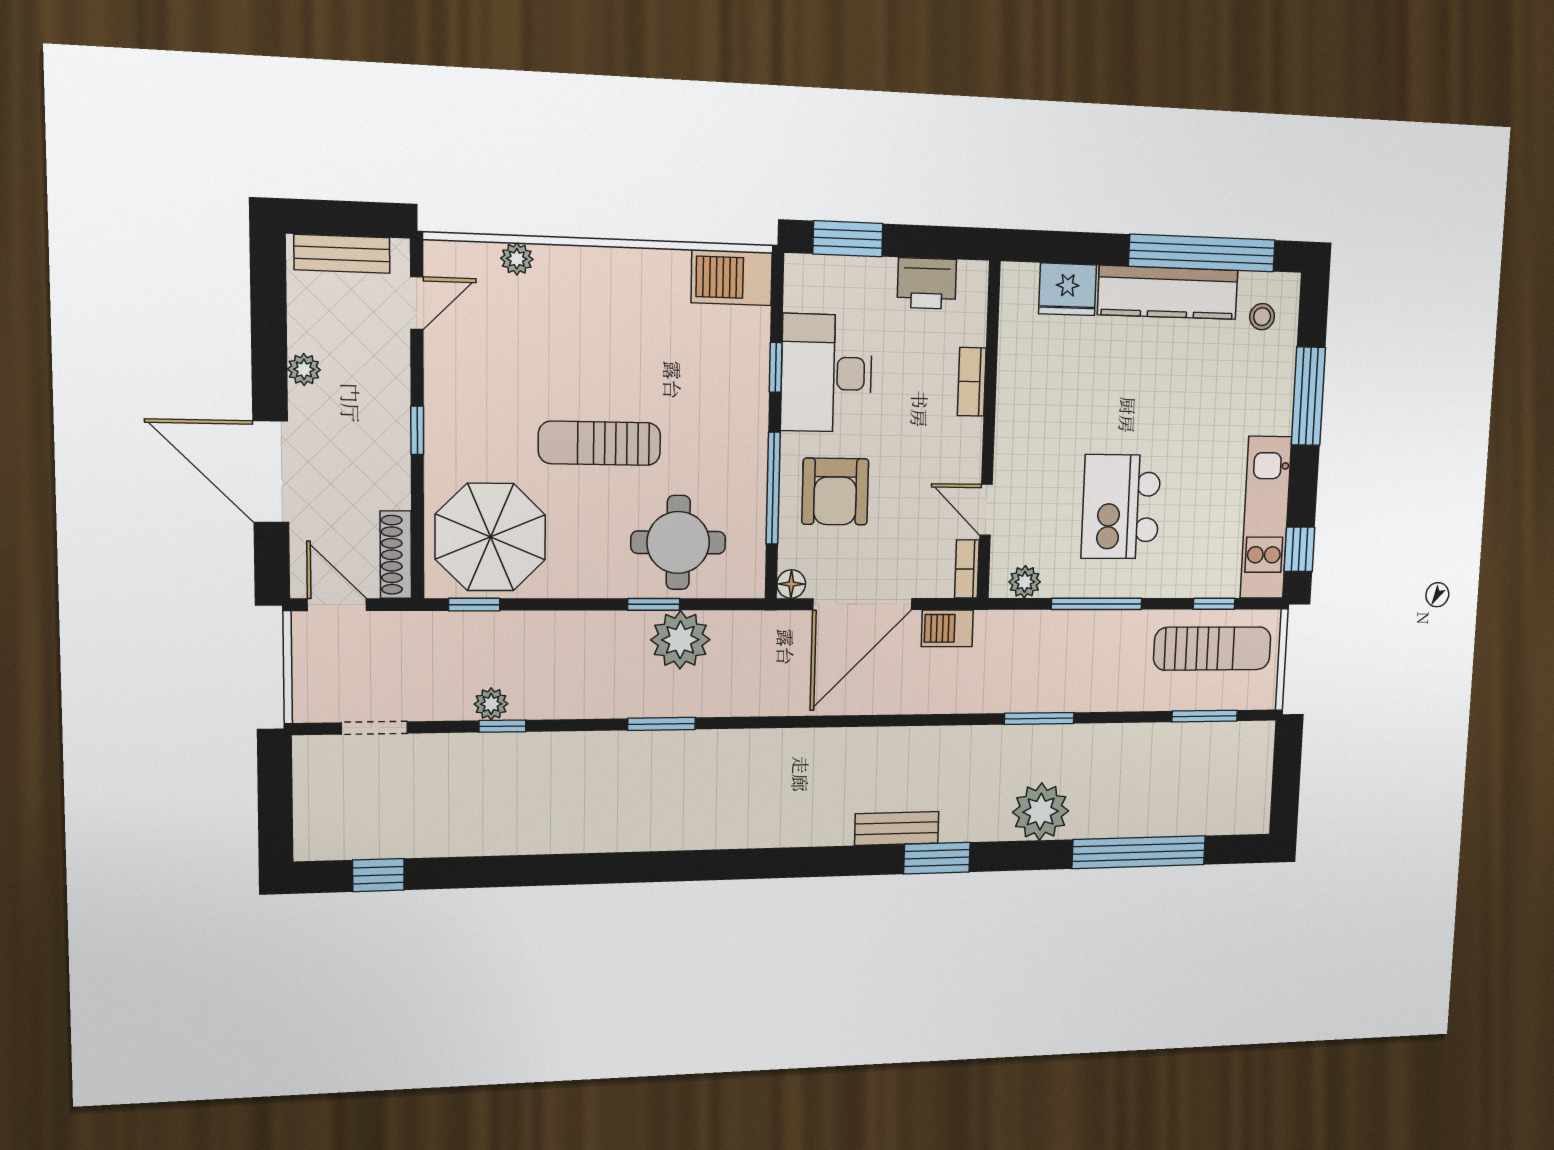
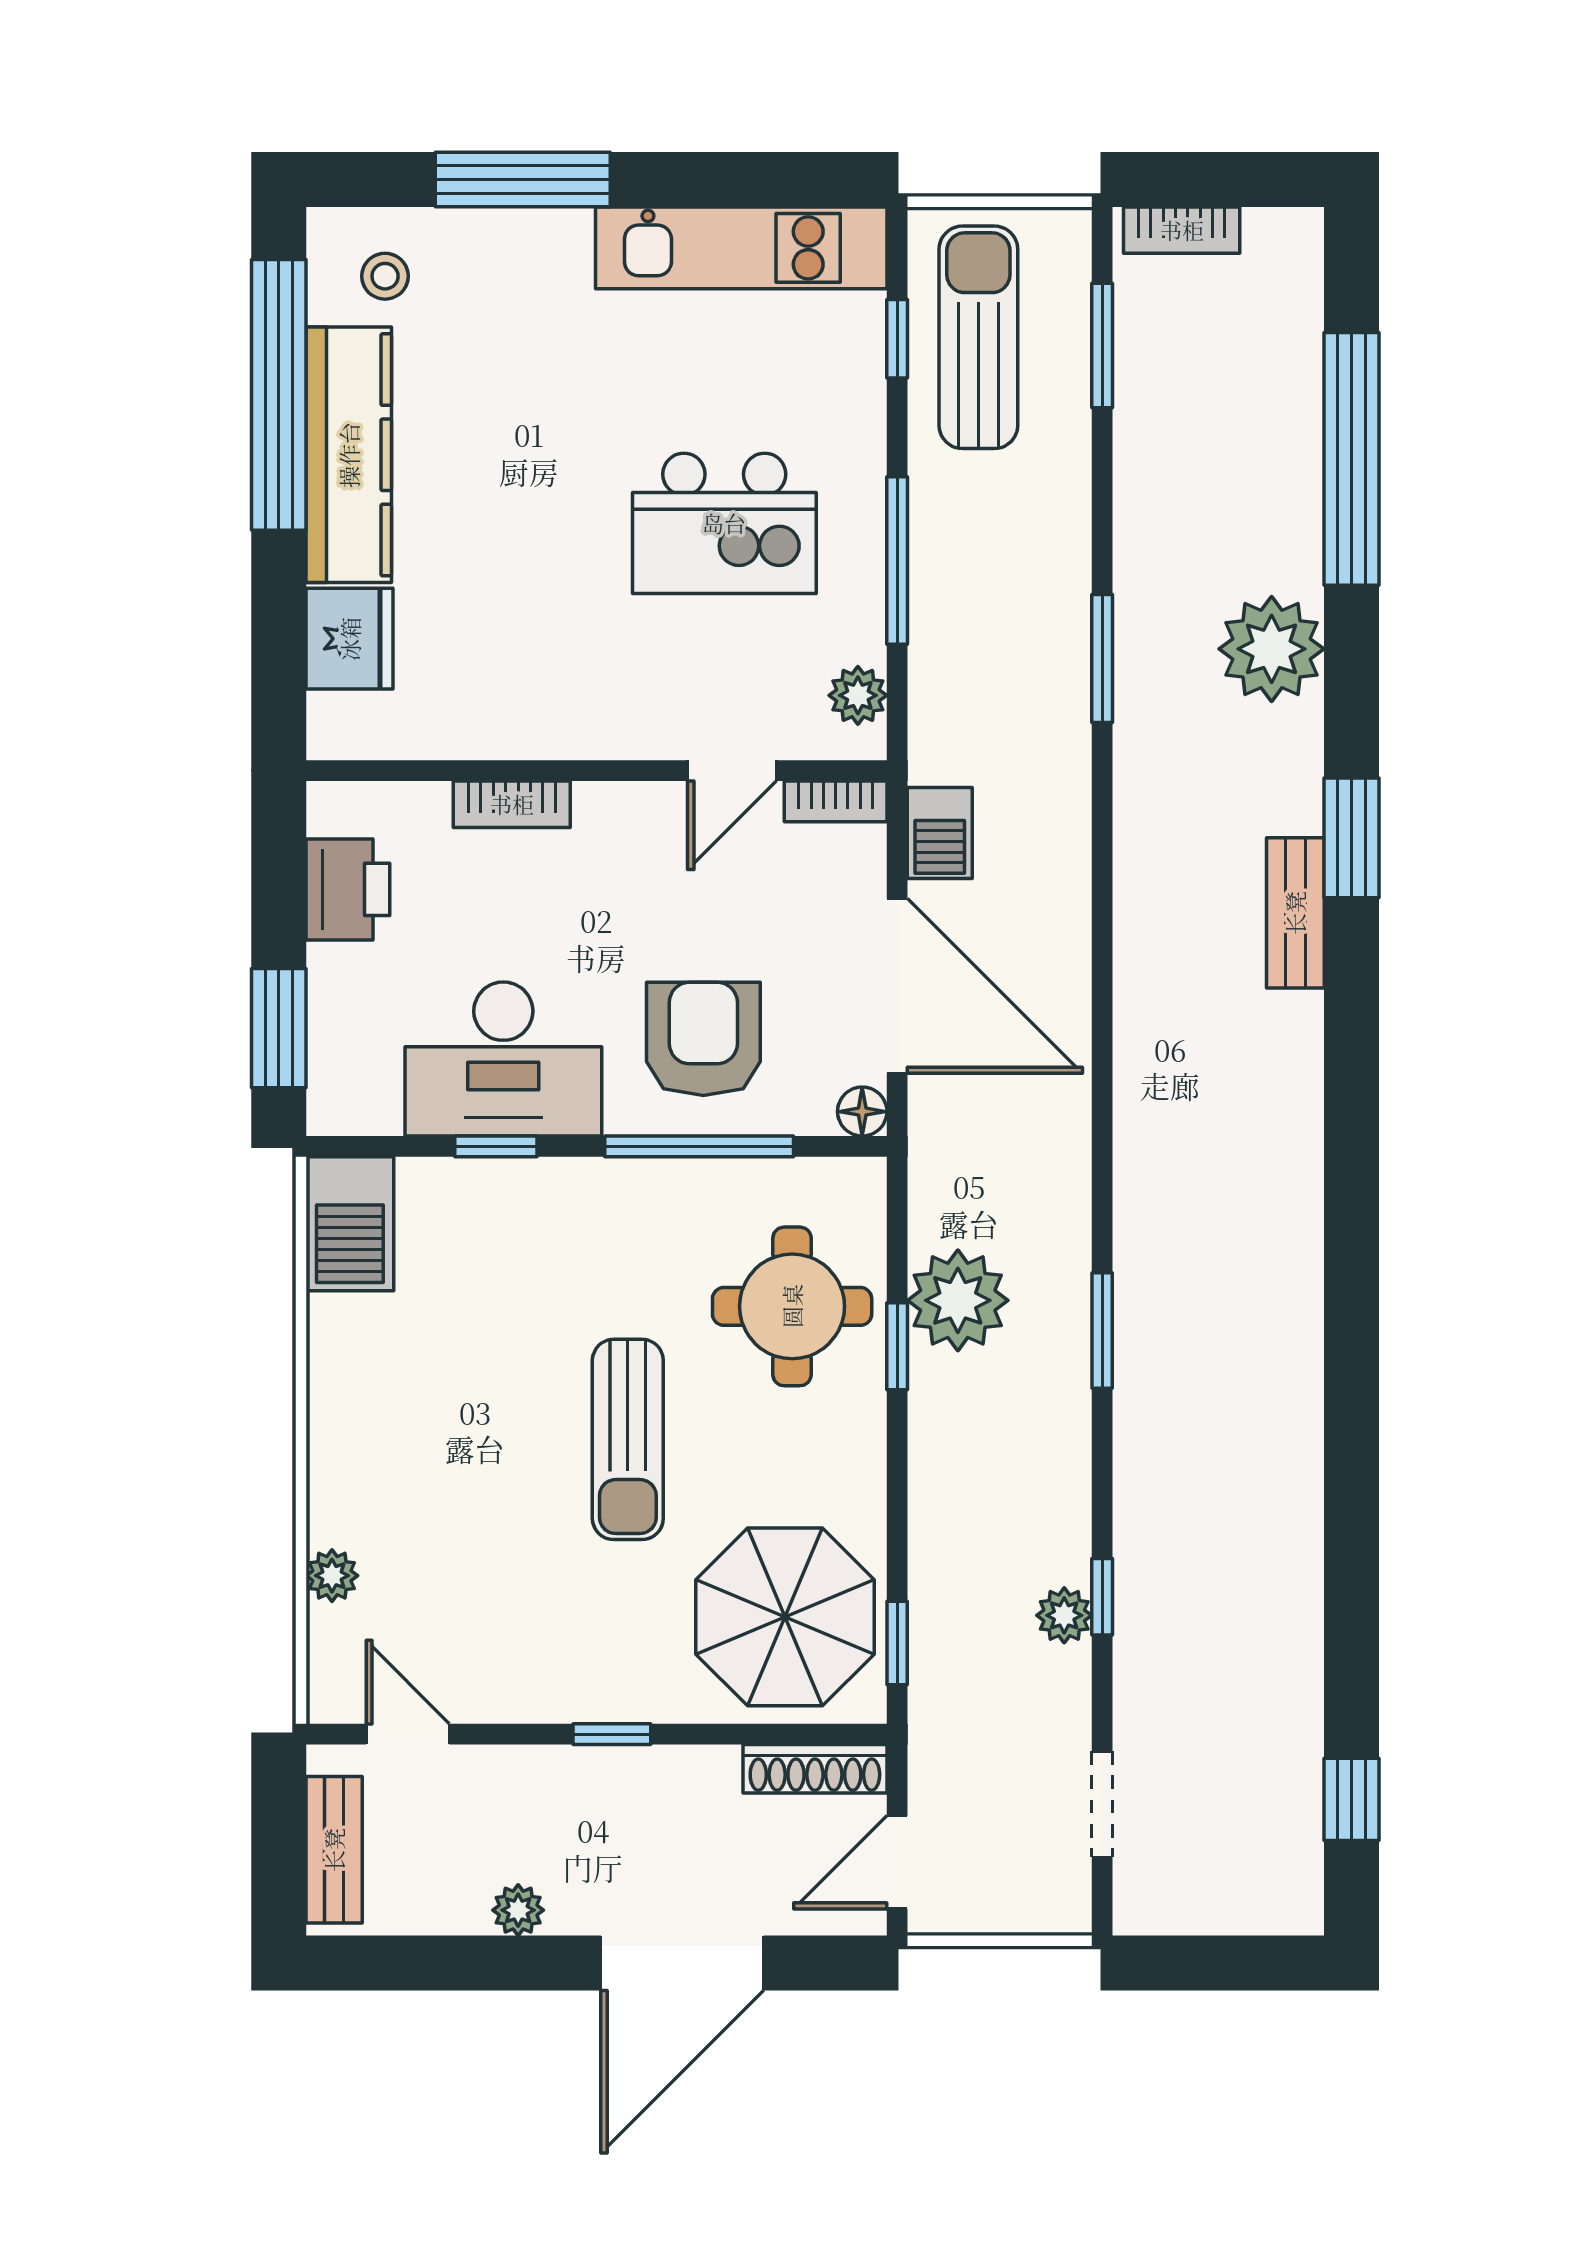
armchair: (835, 492) -> (703, 1039), turned -90
window: (1299, 549) -> (798, 180), removed
bookcase: (1262, 758) -> (1182, 230), added

